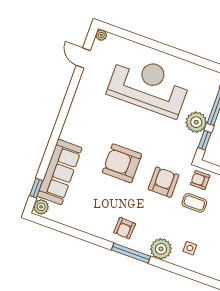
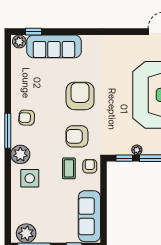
plant: (196, 122) -> (137, 150), width x0.53, depth x0.53
armchair: (164, 182) -> (77, 136), turned 180
side table: (190, 248) -> (30, 178), width x1.87, depth x1.87

